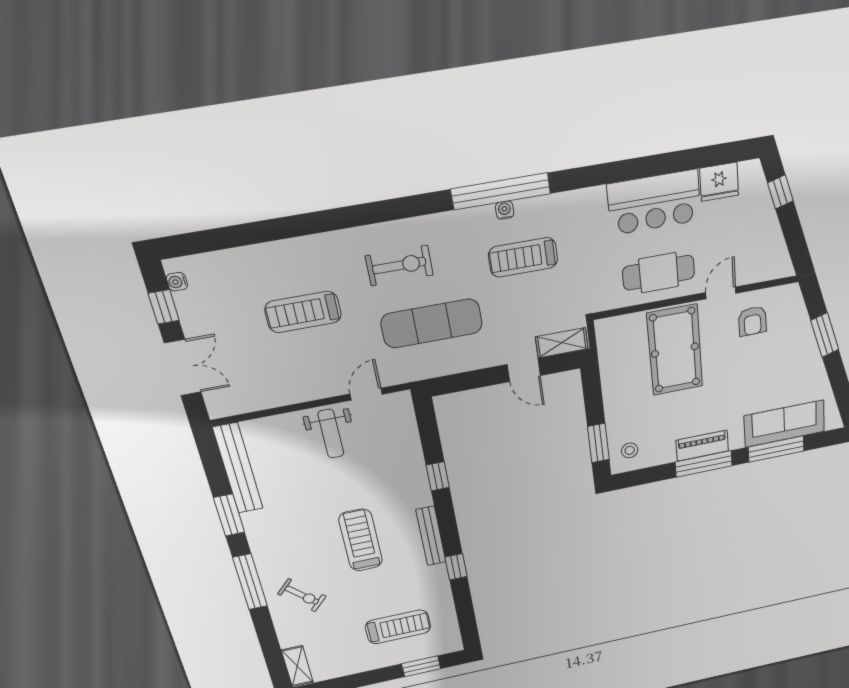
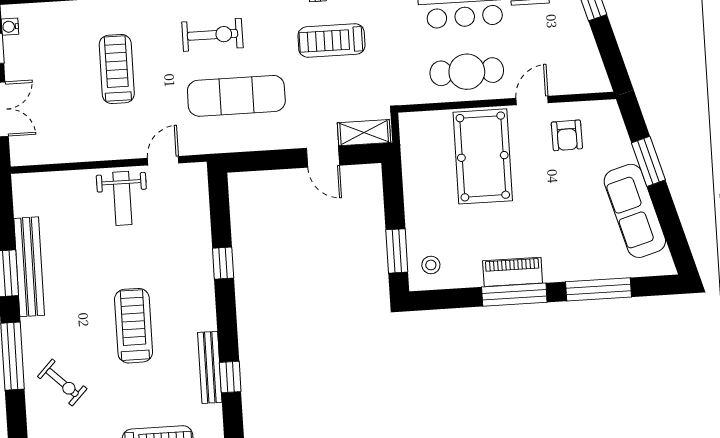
treadmill: (303, 312) -> (117, 69), turned 90
sofa: (784, 424) -> (635, 211), moved, turned -106
bench: (238, 468) -> (29, 267), moved
bench: (431, 536) -> (210, 367), moved

